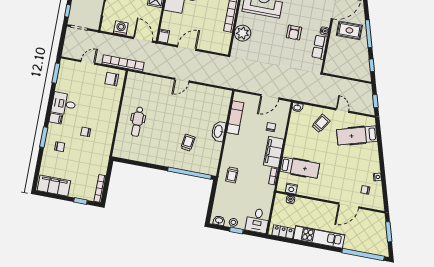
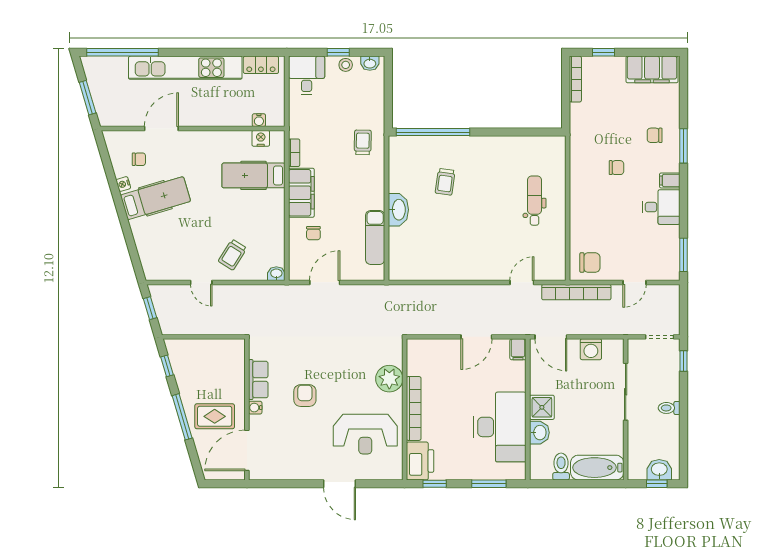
door: (182, 80) -> (522, 282), moved
hospital bed: (357, 135) -> (155, 198), moved
kitchen unit: (319, 237) -> (185, 68), width x1.36

